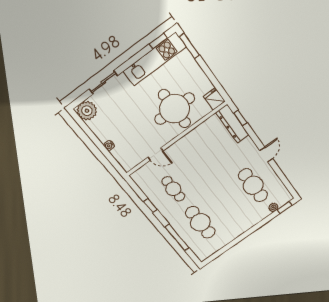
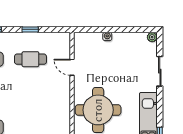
plant: (87, 111) -> (152, 37), width x0.53, depth x0.53
door: (155, 154) -> (72, 67), hinge flipped

